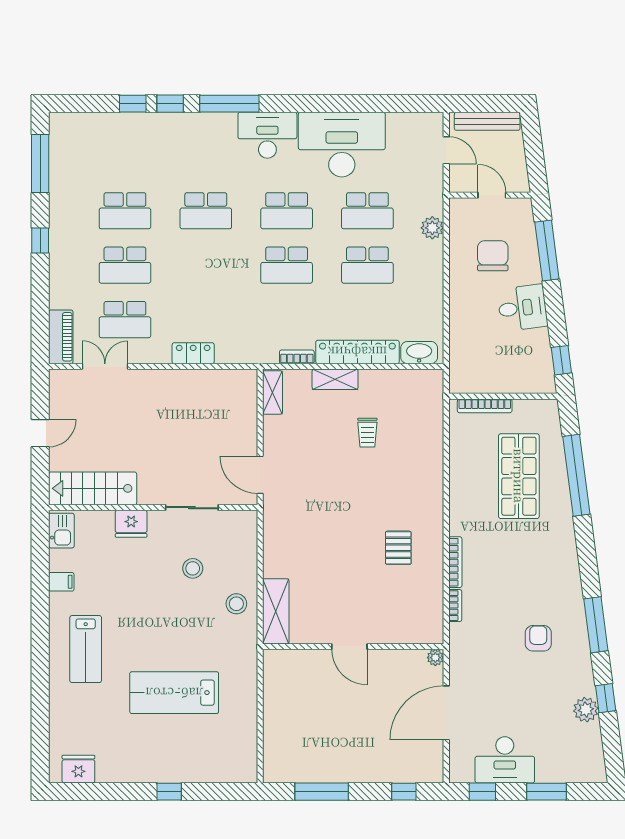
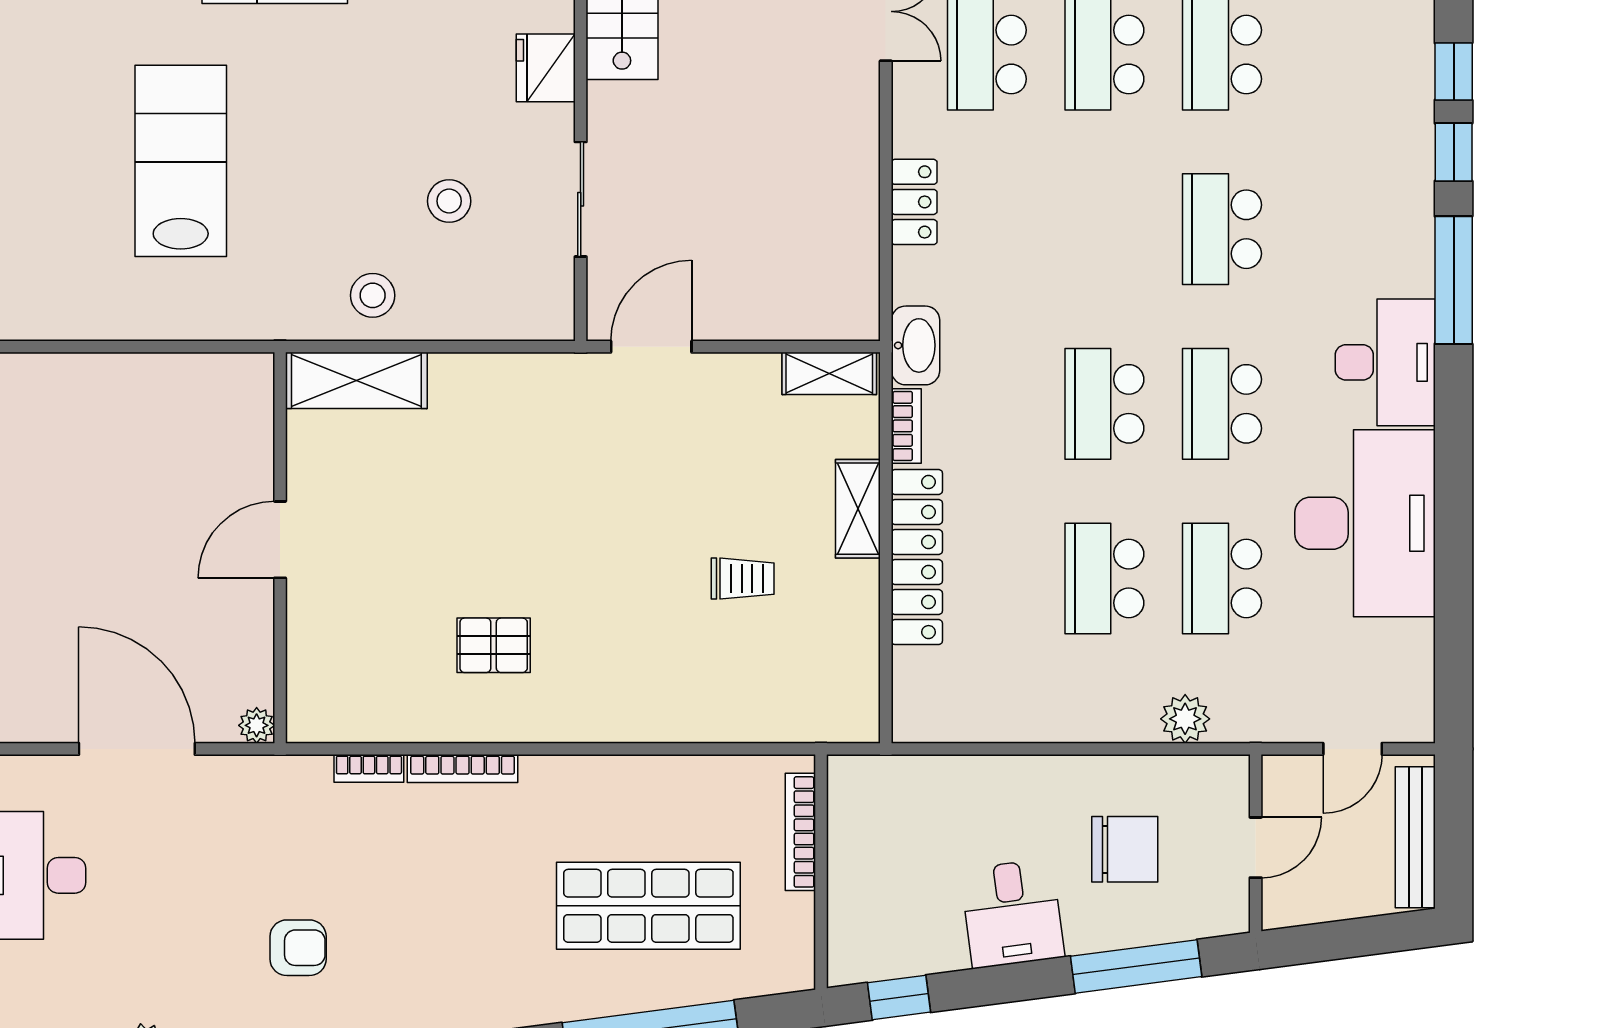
washbasin: (419, 353) -> (915, 345), moved
trolley: (367, 433) -> (743, 579), turned 180

